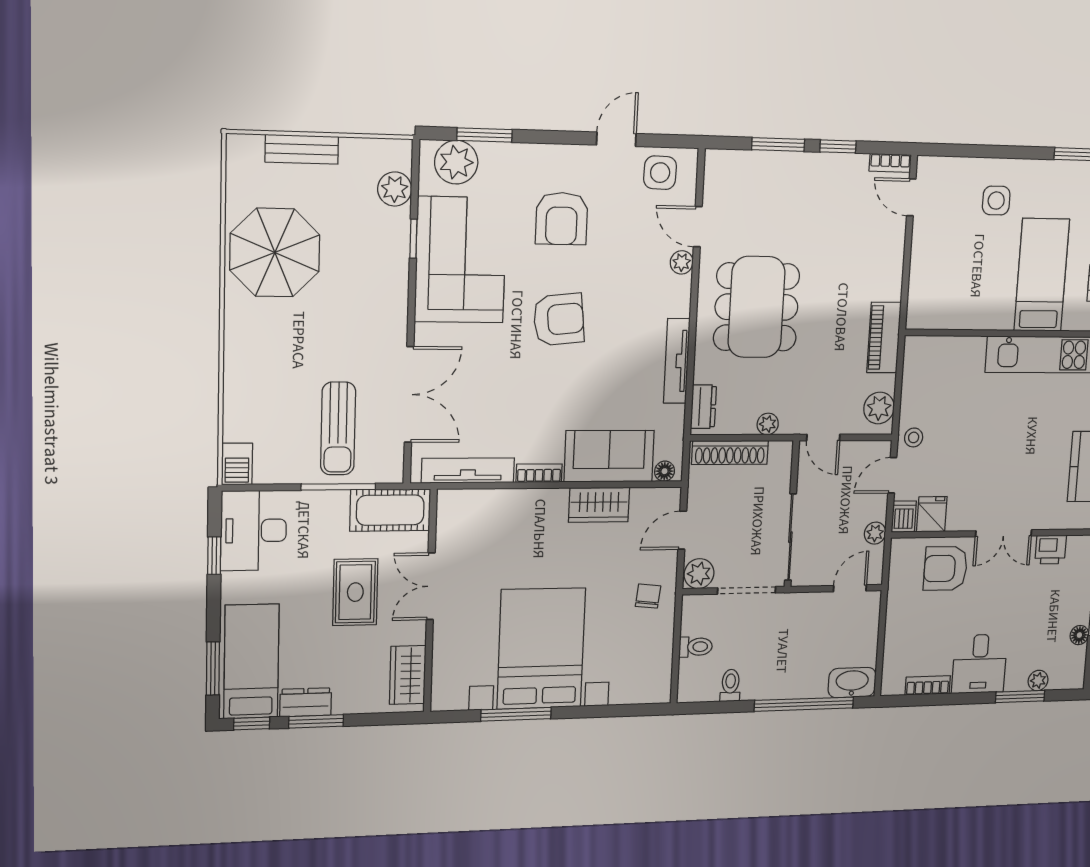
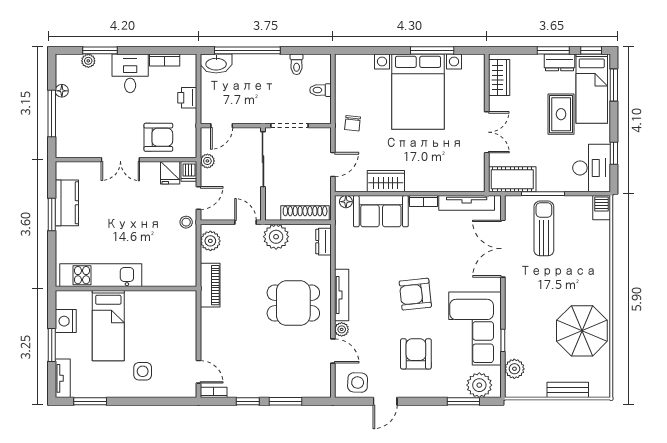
dining table: (757, 307) -> (293, 303), width x0.73
tv unit: (677, 361) -> (342, 295), moved
plant: (768, 424) -> (276, 237), width x1.88, depth x1.88
double door: (1004, 533) -> (120, 160), swing flipped
printer: (1051, 550) -> (187, 98), moved, turned -90
plant: (699, 574) -> (321, 137), removed
rug: (355, 592) -> (561, 114), moved

